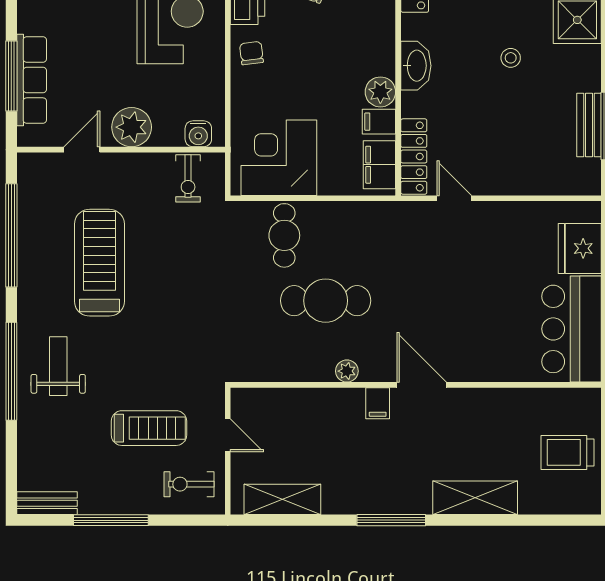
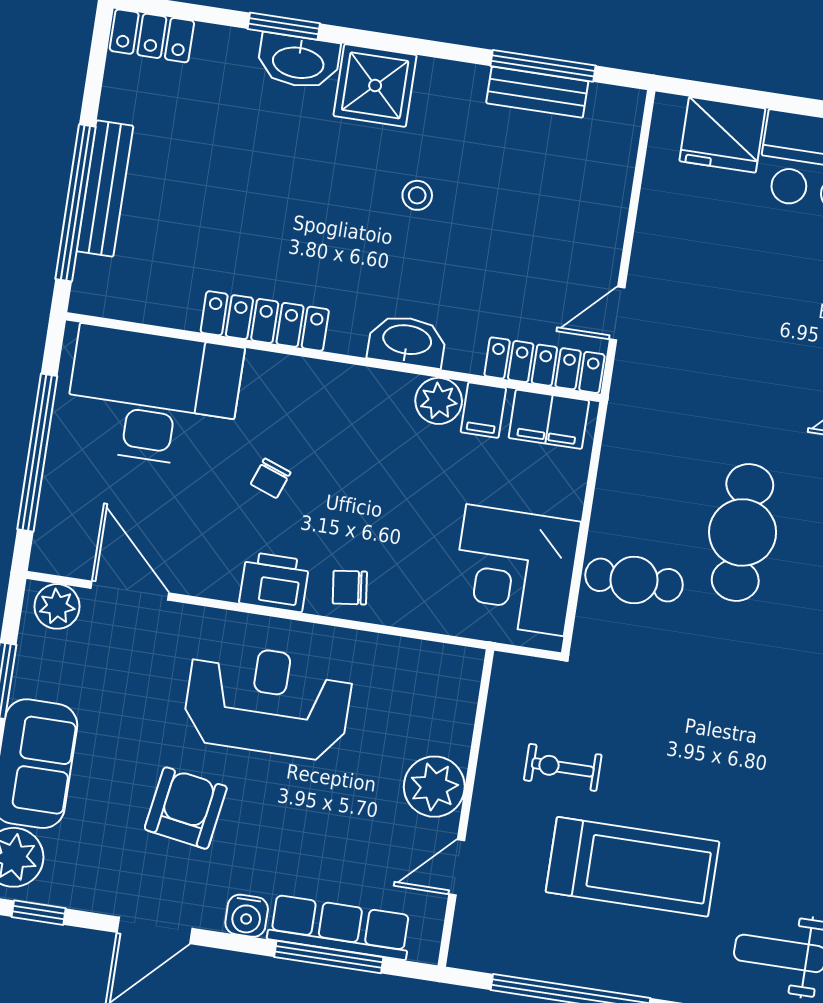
water cooler: (198, 134) -> (247, 916), moved, turned 90
door: (82, 150) -> (457, 867), hinge flipped
exercise bike: (188, 178) -> (563, 767), moved, turned 180
treadmill: (99, 263) -> (632, 867), turned 180

